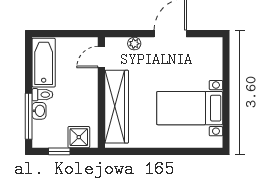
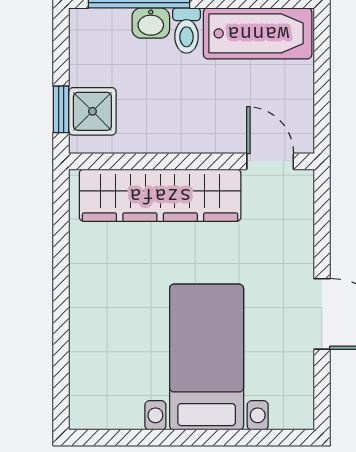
plant: (134, 44) -> (300, 234), removed
bed with nightstands: (190, 108) -> (207, 357), moved
window: (59, 151) -> (61, 109), moved

